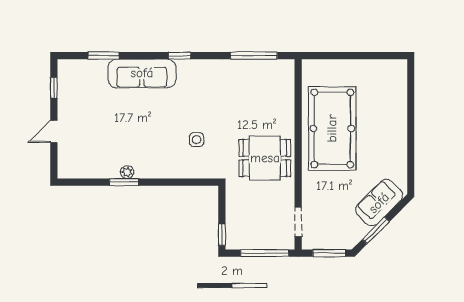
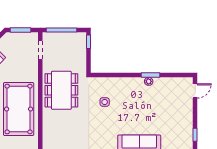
door: (54, 131) -> (195, 91), moved
dining table: (265, 158) -> (61, 90), width x1.38

